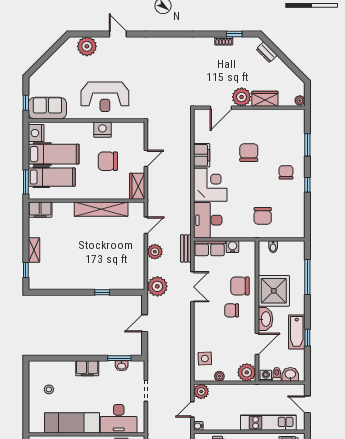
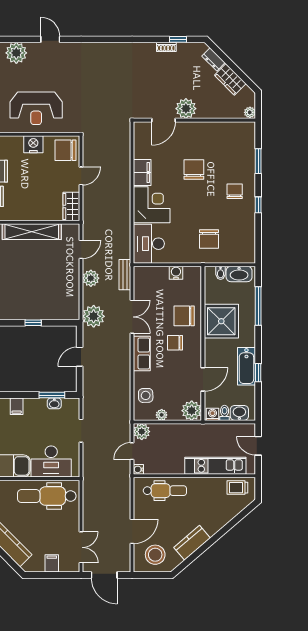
wardrobe: (265, 99) -> (230, 79), moved, turned -135
chair: (108, 161) -> (65, 150), moved
row of seats: (210, 248) -> (142, 353), moved, turned -90
washbasin: (265, 319) -> (239, 274), moved, turned 90
filing cabinet: (87, 368) -> (17, 406), width x0.50

